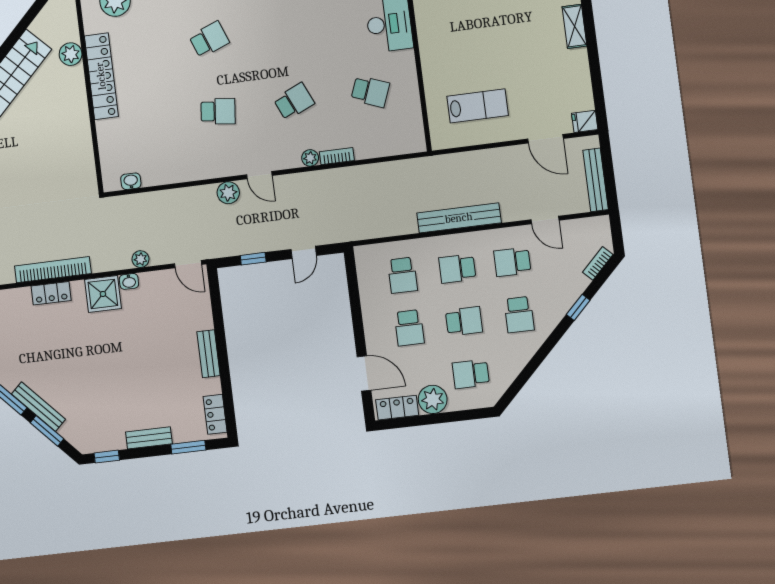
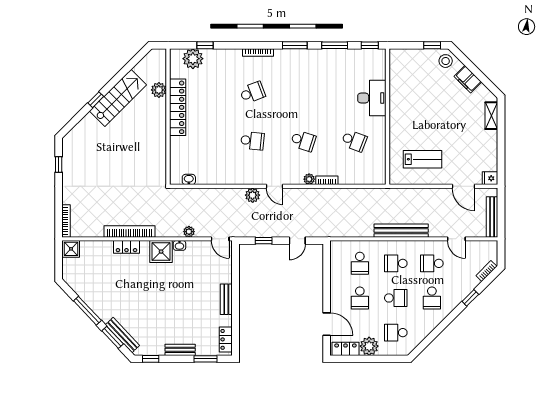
school desk: (294, 101) -> (303, 141), turned 42
bench: (38, 407) -> (122, 335), moved

